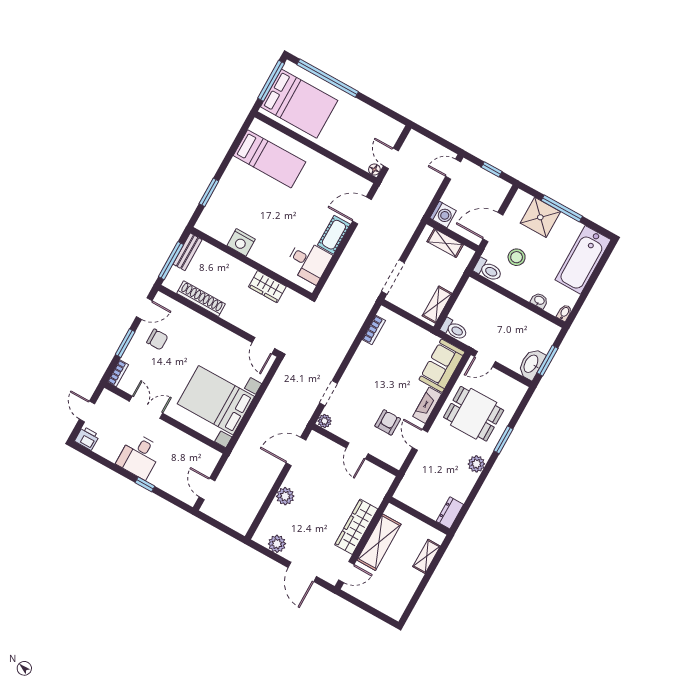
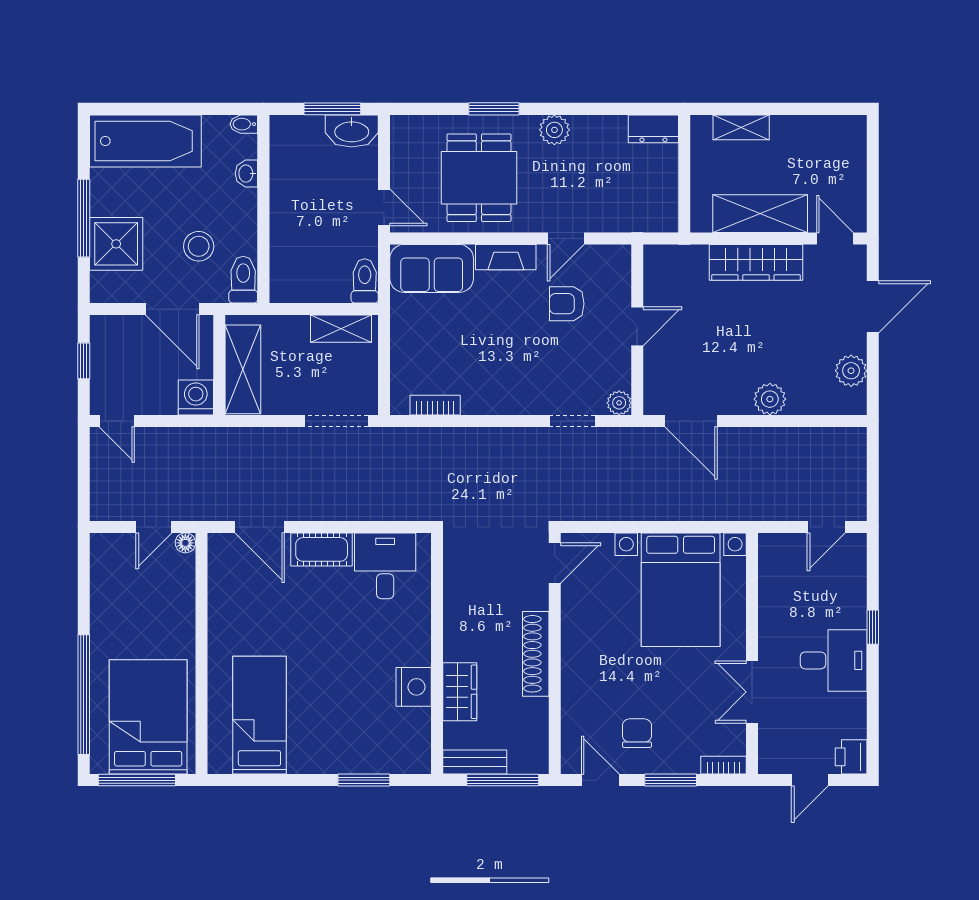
shelving: (445, 243) -> (243, 369), width x1.50, depth x1.33
wardrobe: (267, 287) -> (460, 692), moved
shoe rack: (201, 299) -> (536, 654), moved

